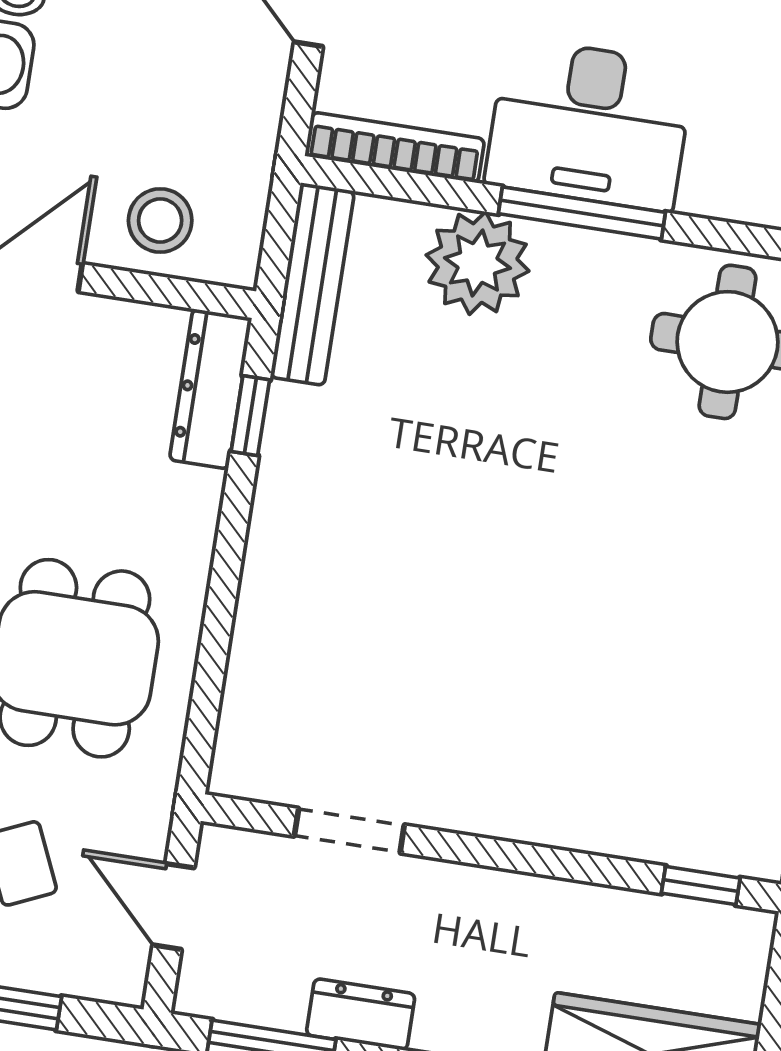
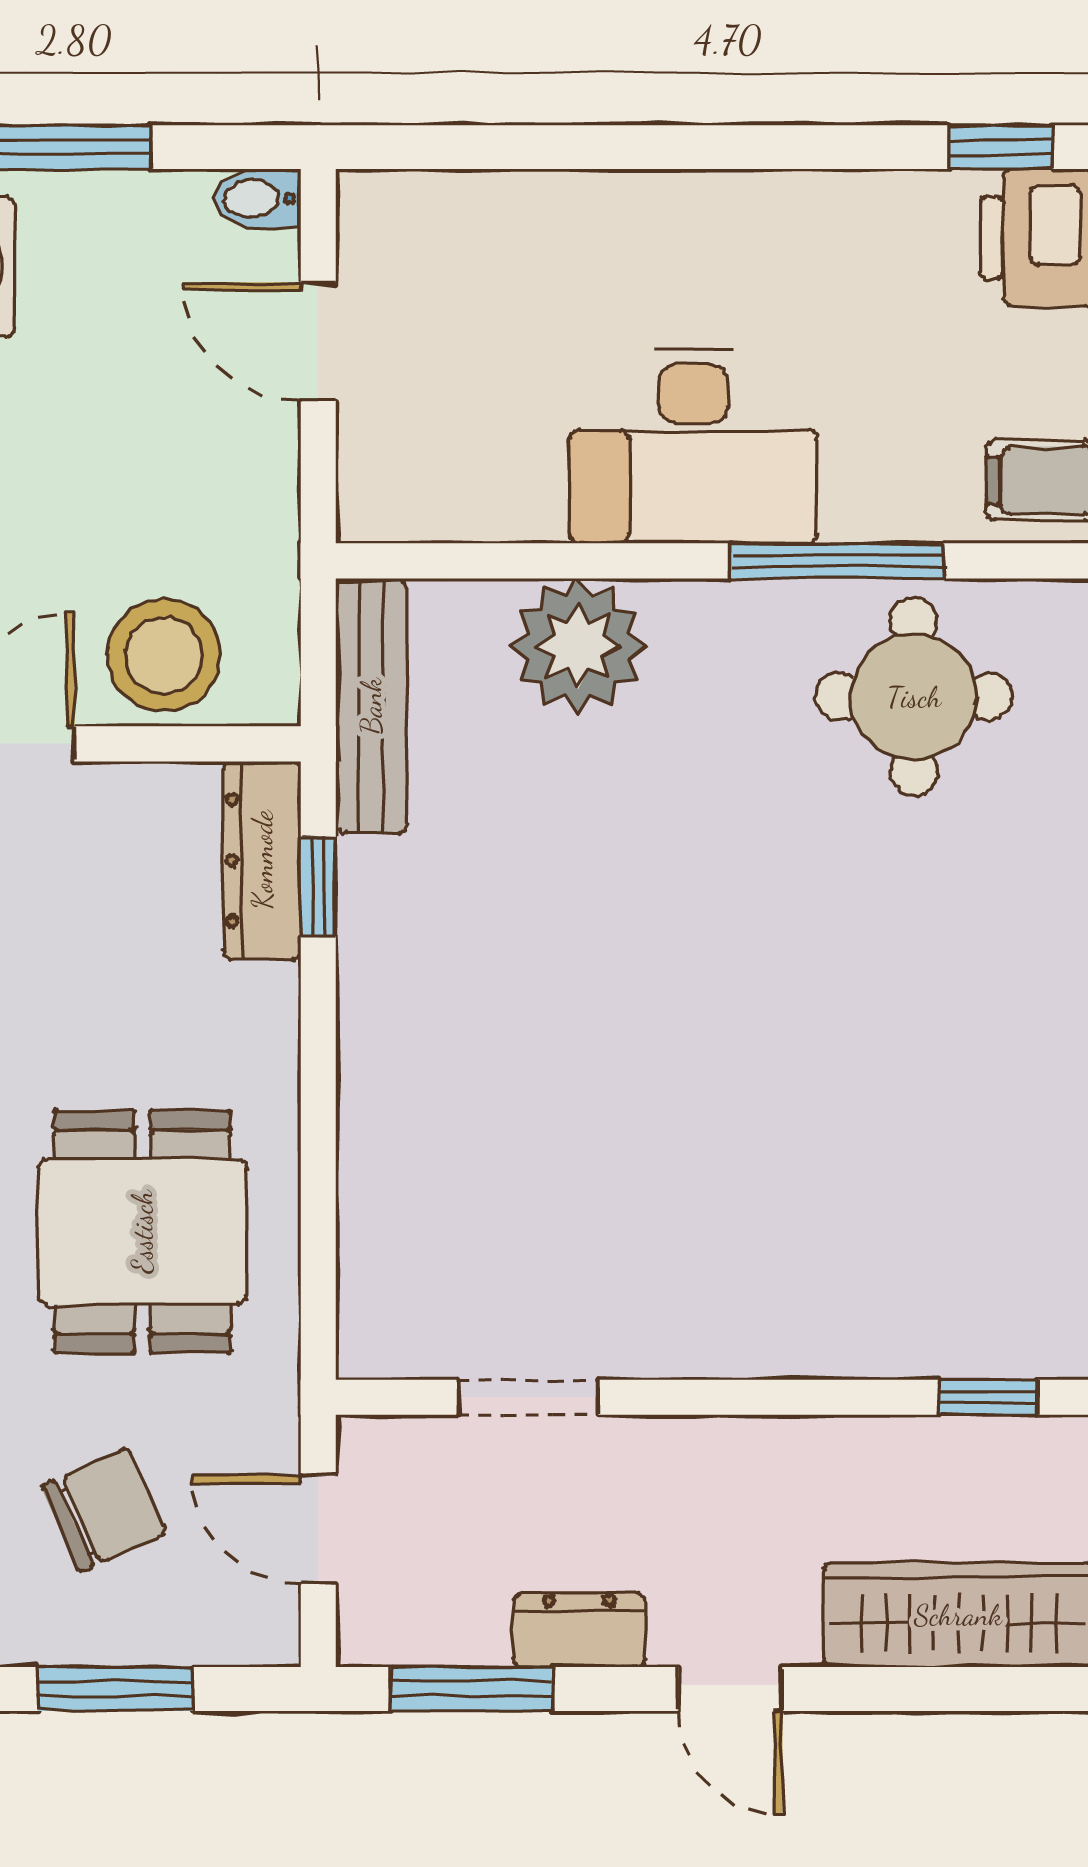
bookcase: (395, 148) -> (450, 515), removed
window: (582, 213) -> (837, 561), moved
stool: (160, 220) -> (164, 655), width x1.38, depth x1.38

